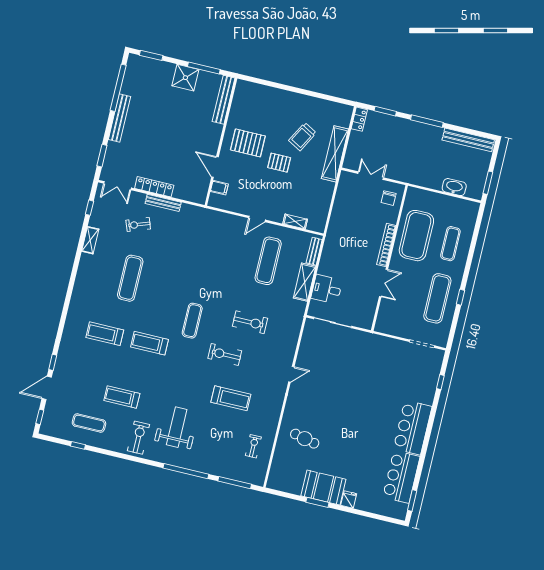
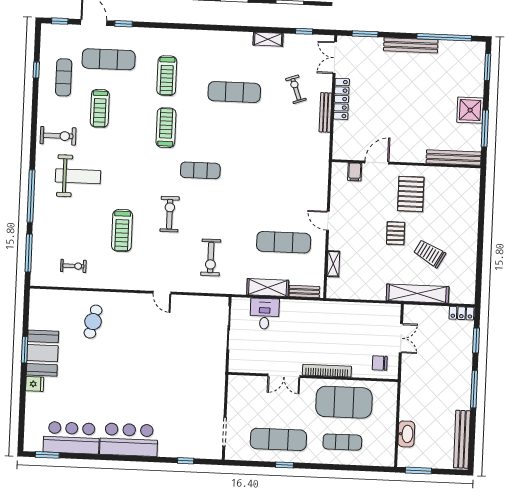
exercise bike: (250, 322) -> (211, 257), moved
treadmill: (105, 334) -> (167, 76), turned 180
exercise mat: (81, 381) -> (109, 59), added
treadmill: (122, 397) -> (100, 108), turned 180

